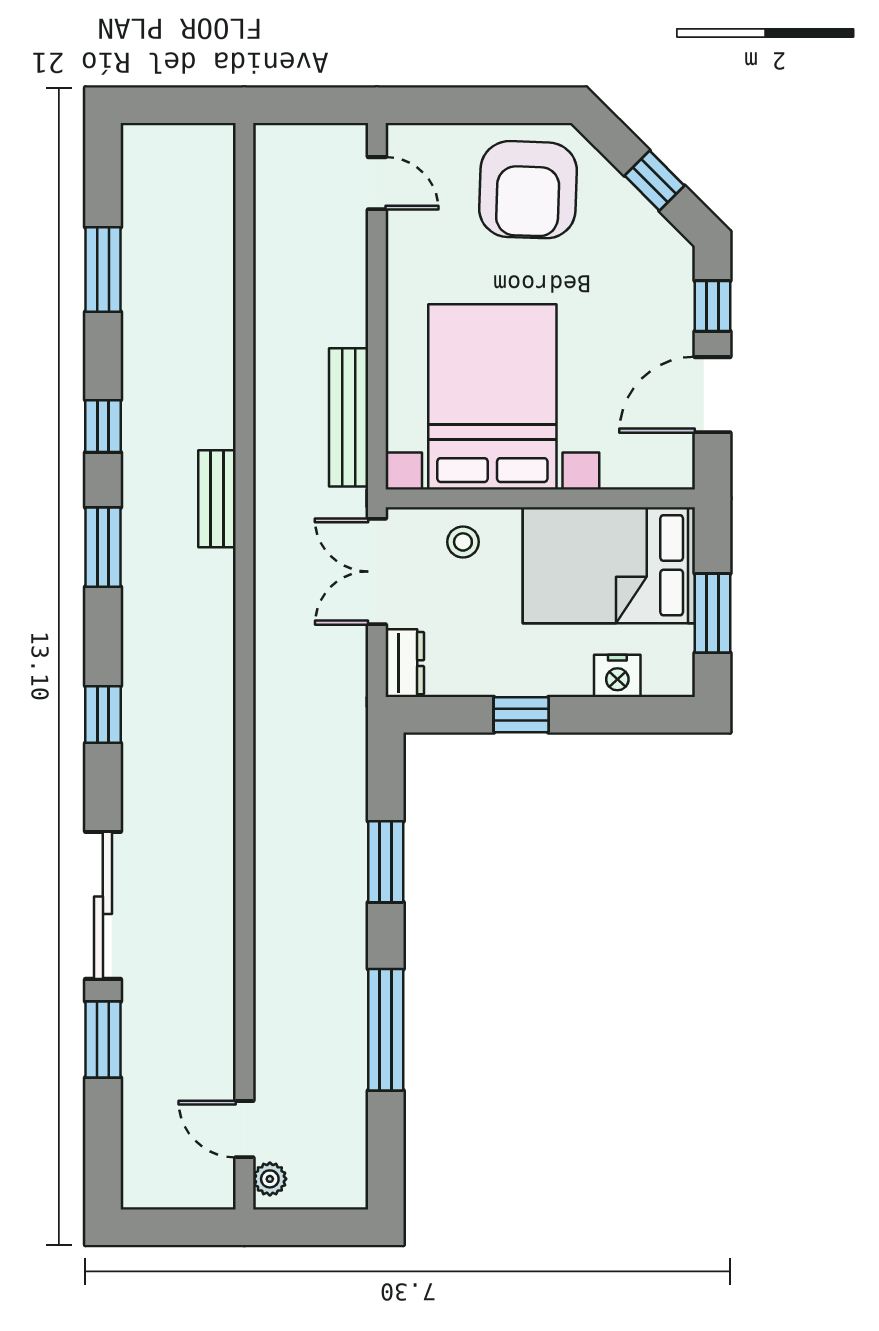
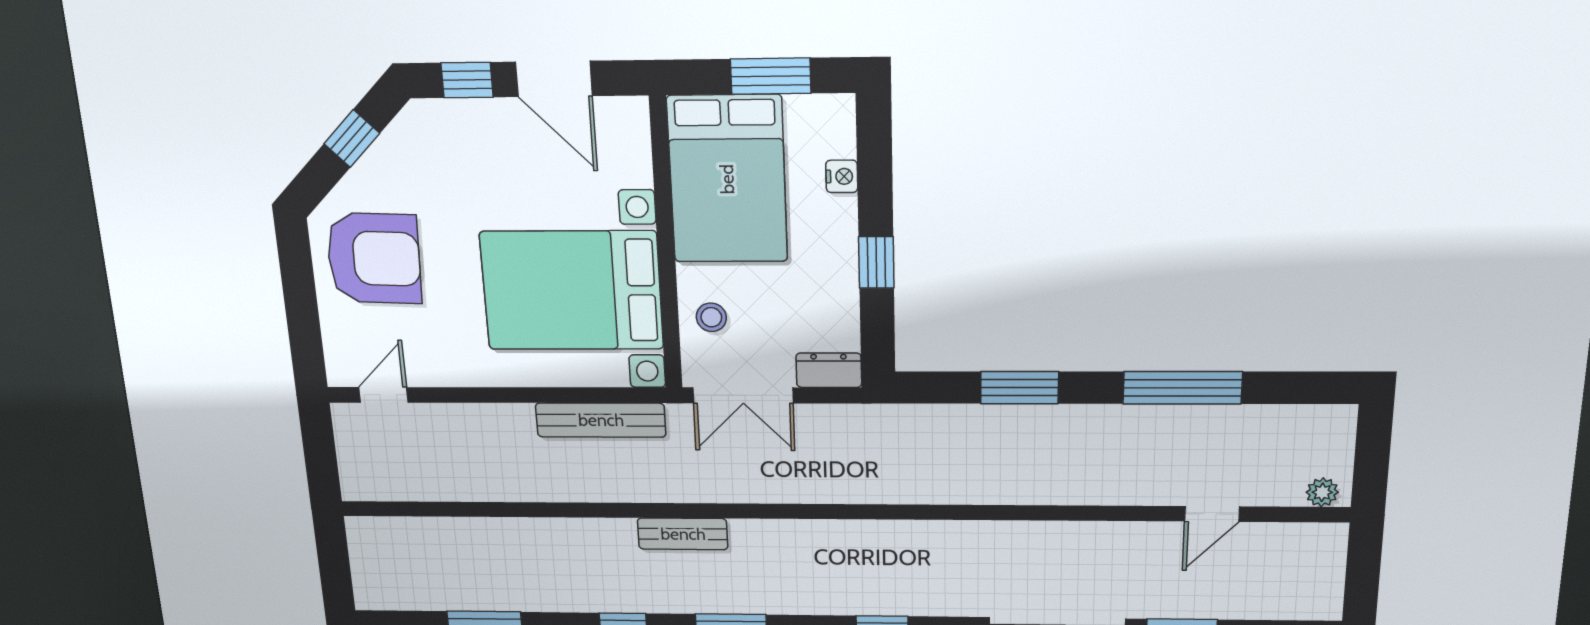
nightstand: (617, 676) -> (842, 176), width x0.72, depth x0.74
door: (244, 1129) -> (1212, 514), moved

